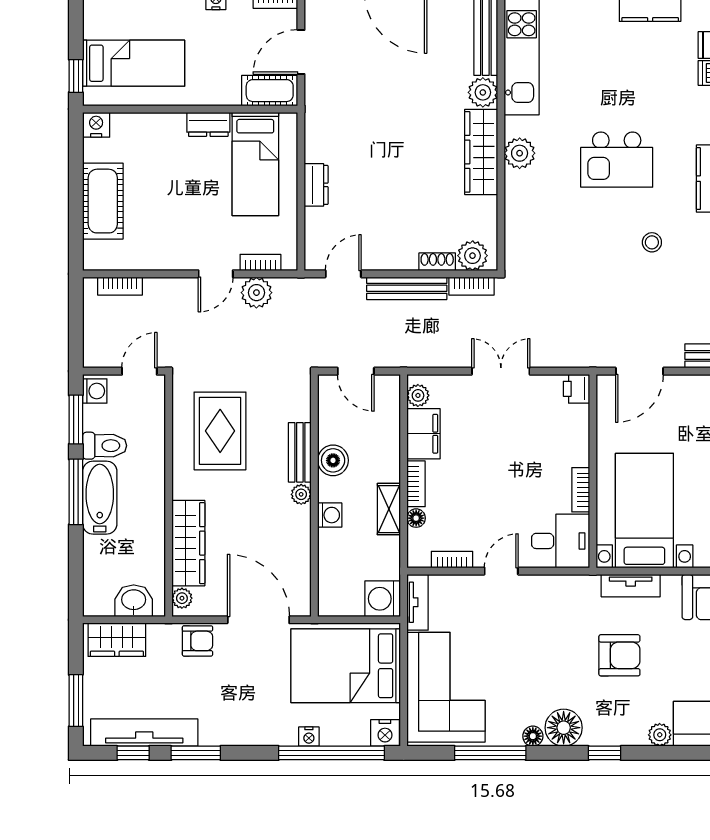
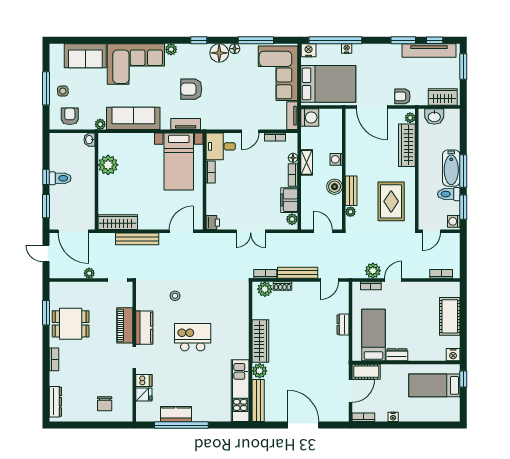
plant: (520, 153) -> (241, 340), removed
plant: (301, 494) -> (351, 212), moved

